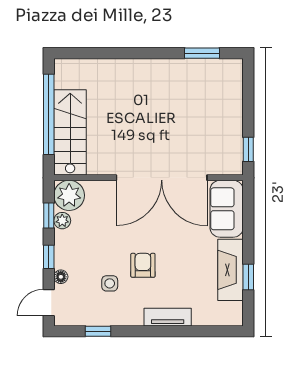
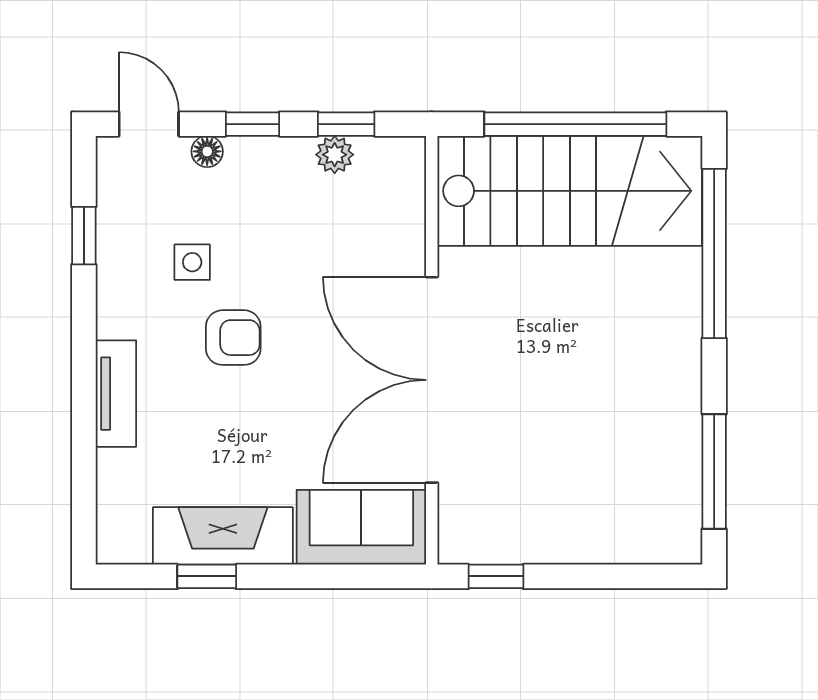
window: (106, 53) -> (714, 253), added
window: (202, 53) -> (714, 471), width x1.44
stairs: (70, 132) -> (570, 191), width x1.36, depth x1.51
plant: (69, 195) -> (392, 170), removed

